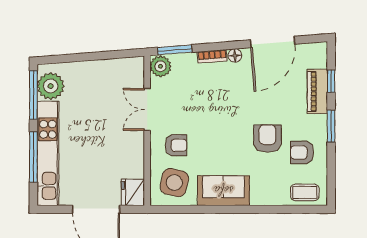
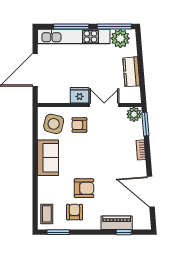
floor lamp: (235, 56) -> (141, 166), removed
kitchen counter: (99, 70) -> (131, 72), added
window: (331, 126) -> (58, 232), moved
armchair: (176, 145) -> (79, 125), turned 90
fridge: (133, 192) -> (80, 95), moved

